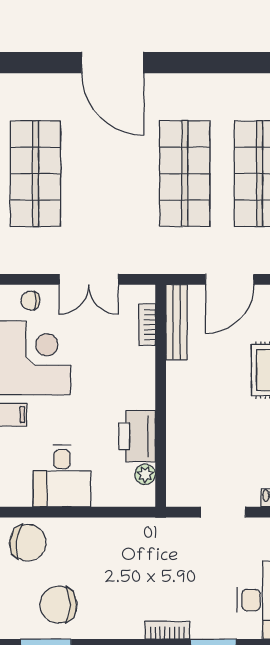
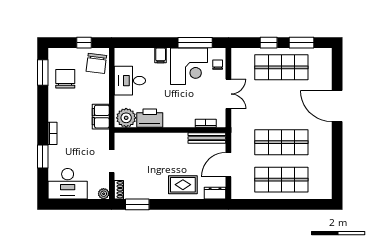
door: (113, 63) -> (337, 106), hinge flipped
double door: (89, 279) -> (228, 94), swing flipped
door: (230, 279) -> (228, 165), hinge flipped
plant: (145, 474) -> (126, 118), width x1.88, depth x1.88
filing cabinet: (134, 534) -> (101, 117), added

